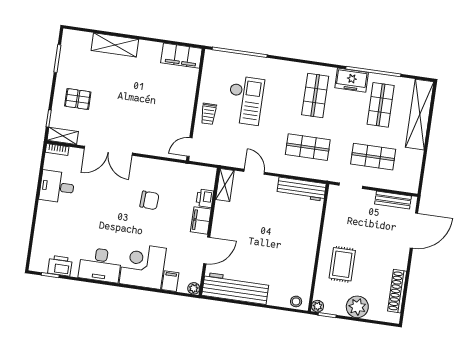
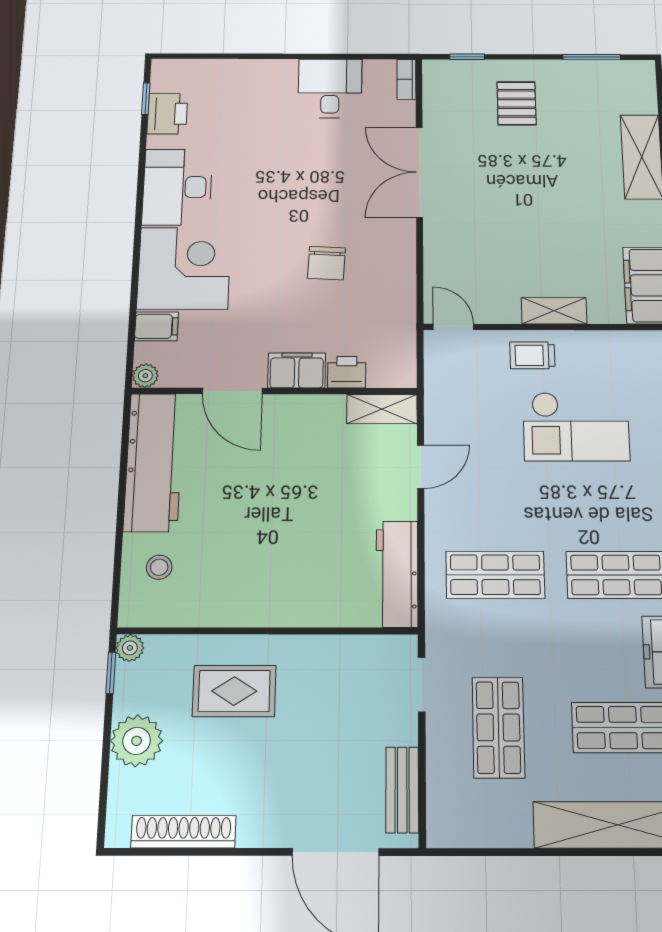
shelving: (63, 136) -> (554, 311), moved, turned 90
shop shelf: (308, 147) -> (495, 575), turned 90
stool: (296, 301) -> (159, 567), moved

